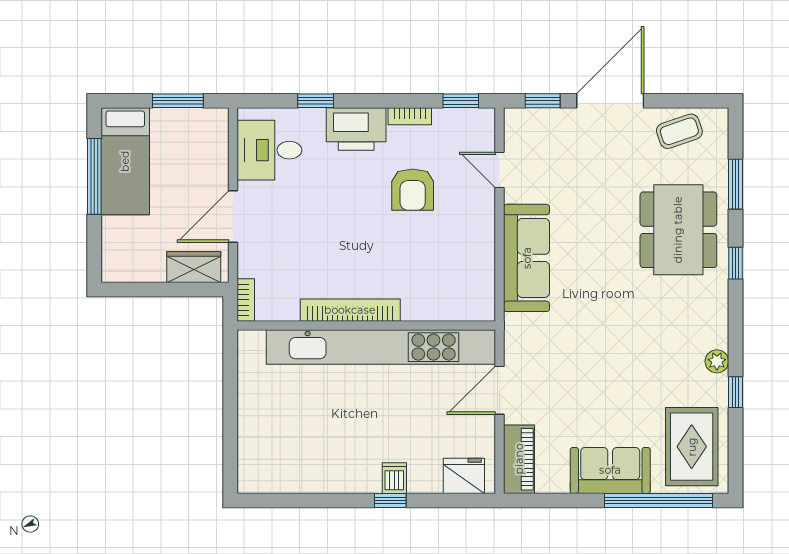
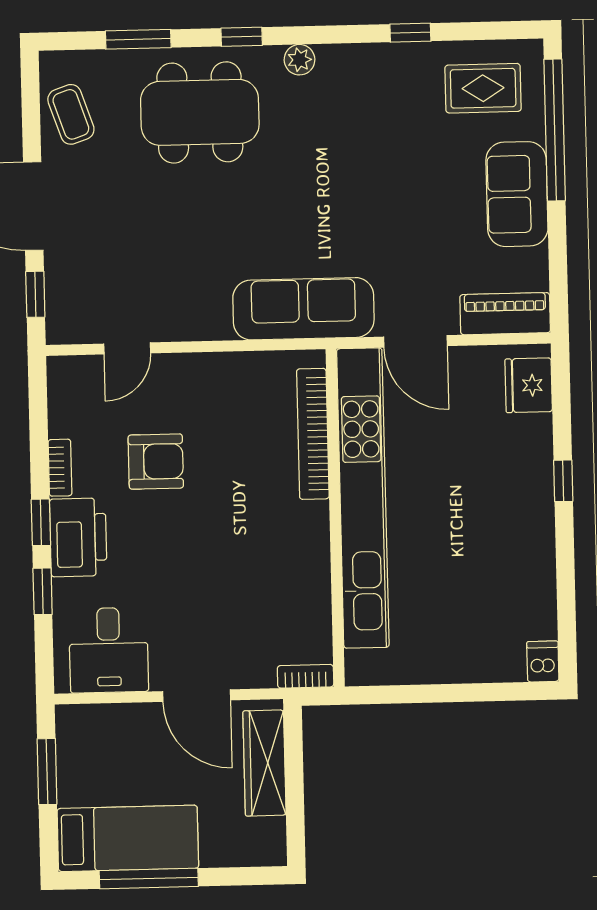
window: (461, 101) -> (41, 522), moved
sofa: (527, 258) -> (303, 309), moved
wardrobe: (194, 267) -> (264, 763), width x1.50
bookcase: (350, 310) -> (313, 434), moved
plant: (717, 361) -> (299, 60), moved
rug: (692, 447) -> (483, 88), width x0.73, depth x0.70
dishwasher: (394, 478) -> (543, 661), moved, turned 90

